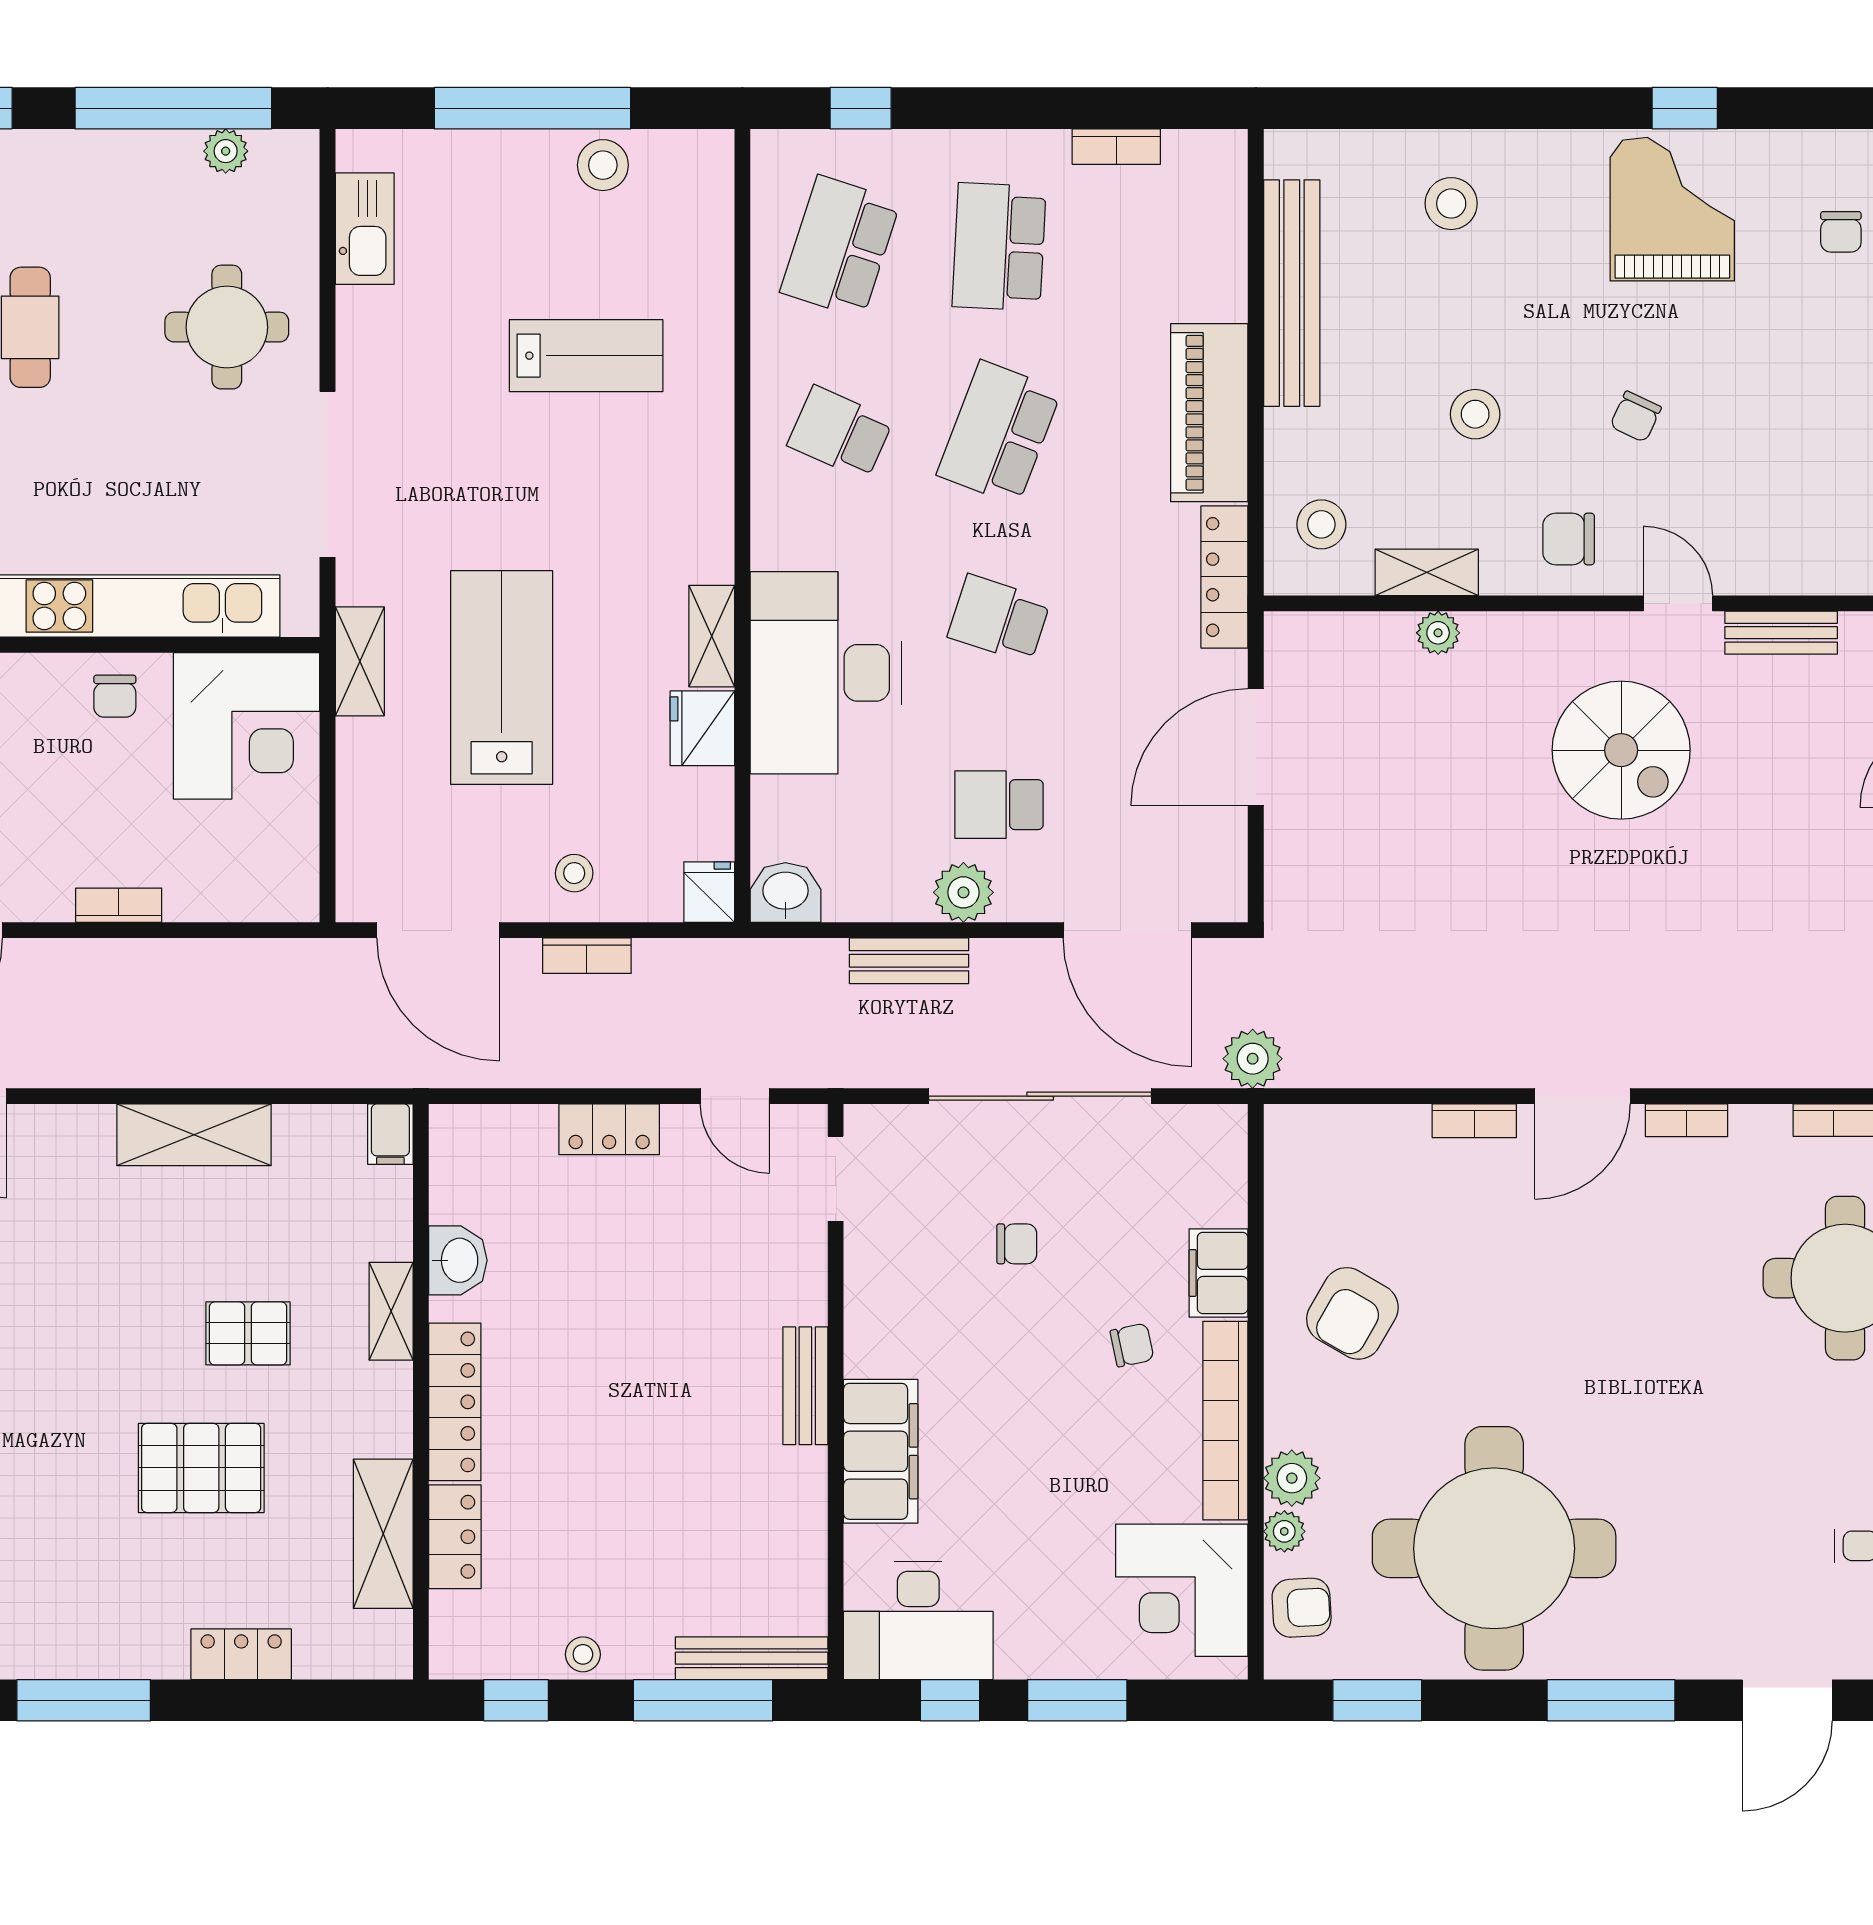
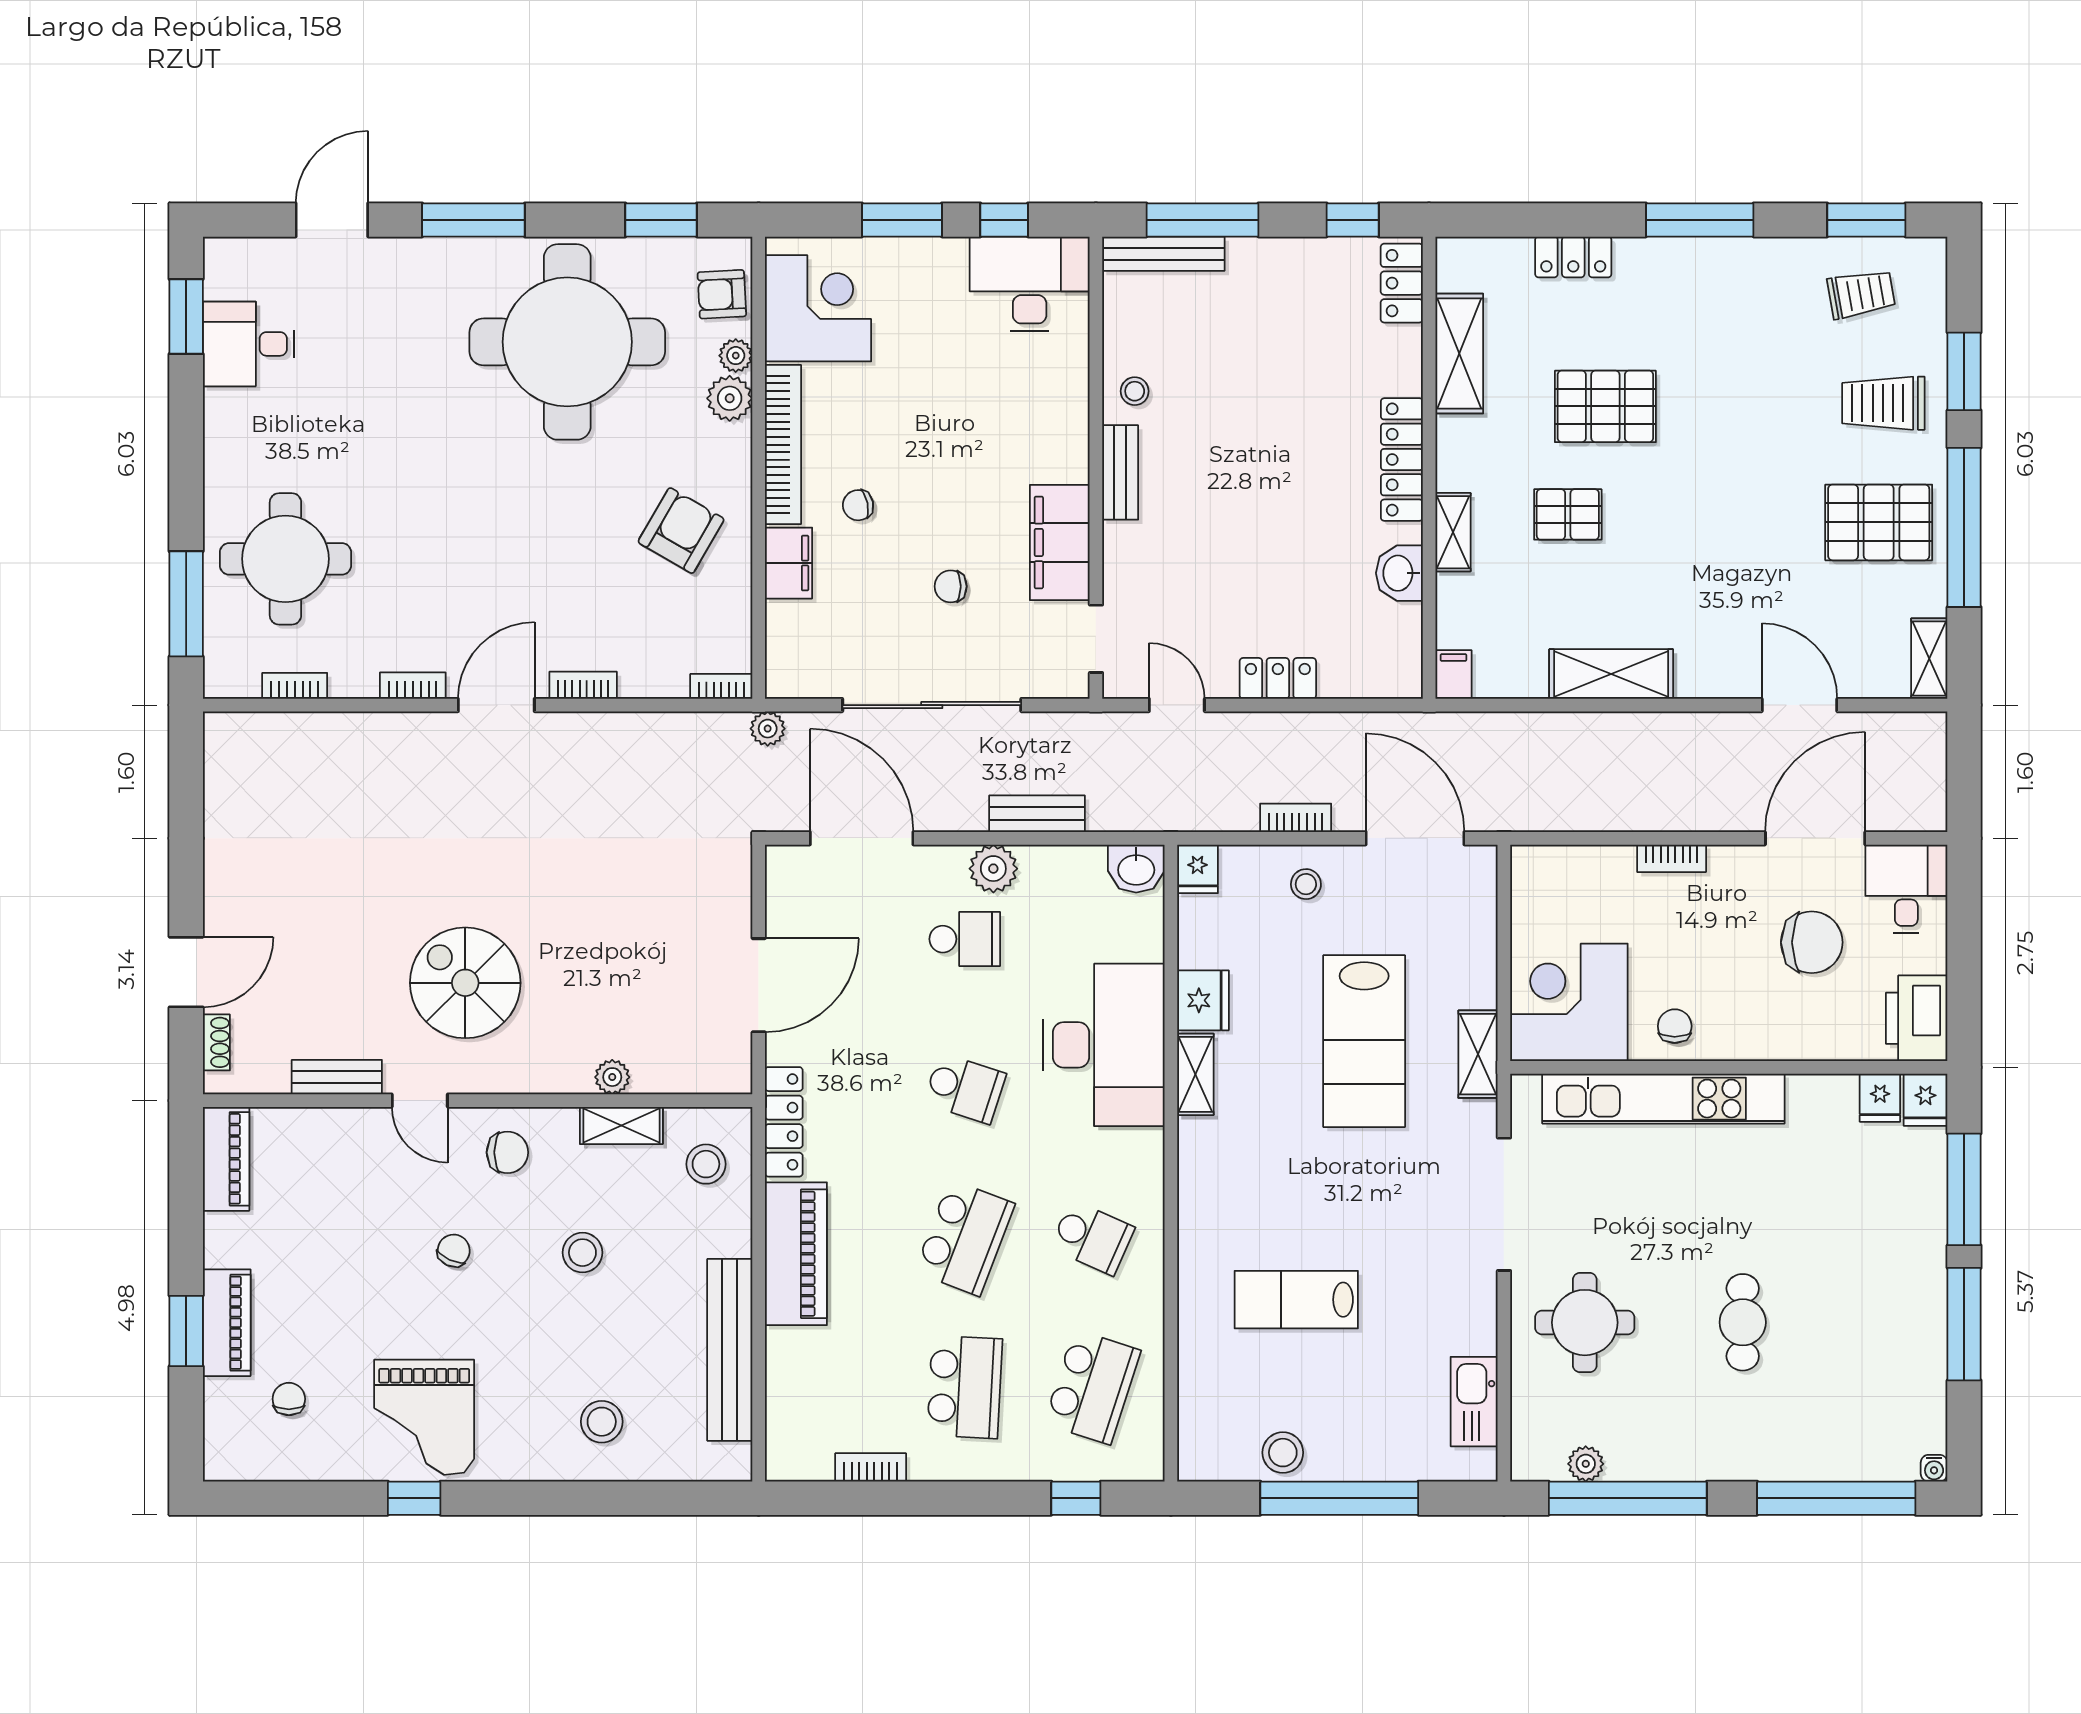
plant: (1253, 1059) -> (768, 729), width x0.73, depth x0.73
bookcase: (1302, 1119) -> (721, 686), added
filing cabinet: (881, 1451) -> (1060, 542), moved
locker: (455, 1537) -> (1402, 283), moved
stool: (583, 1654) -> (1135, 391), moved

